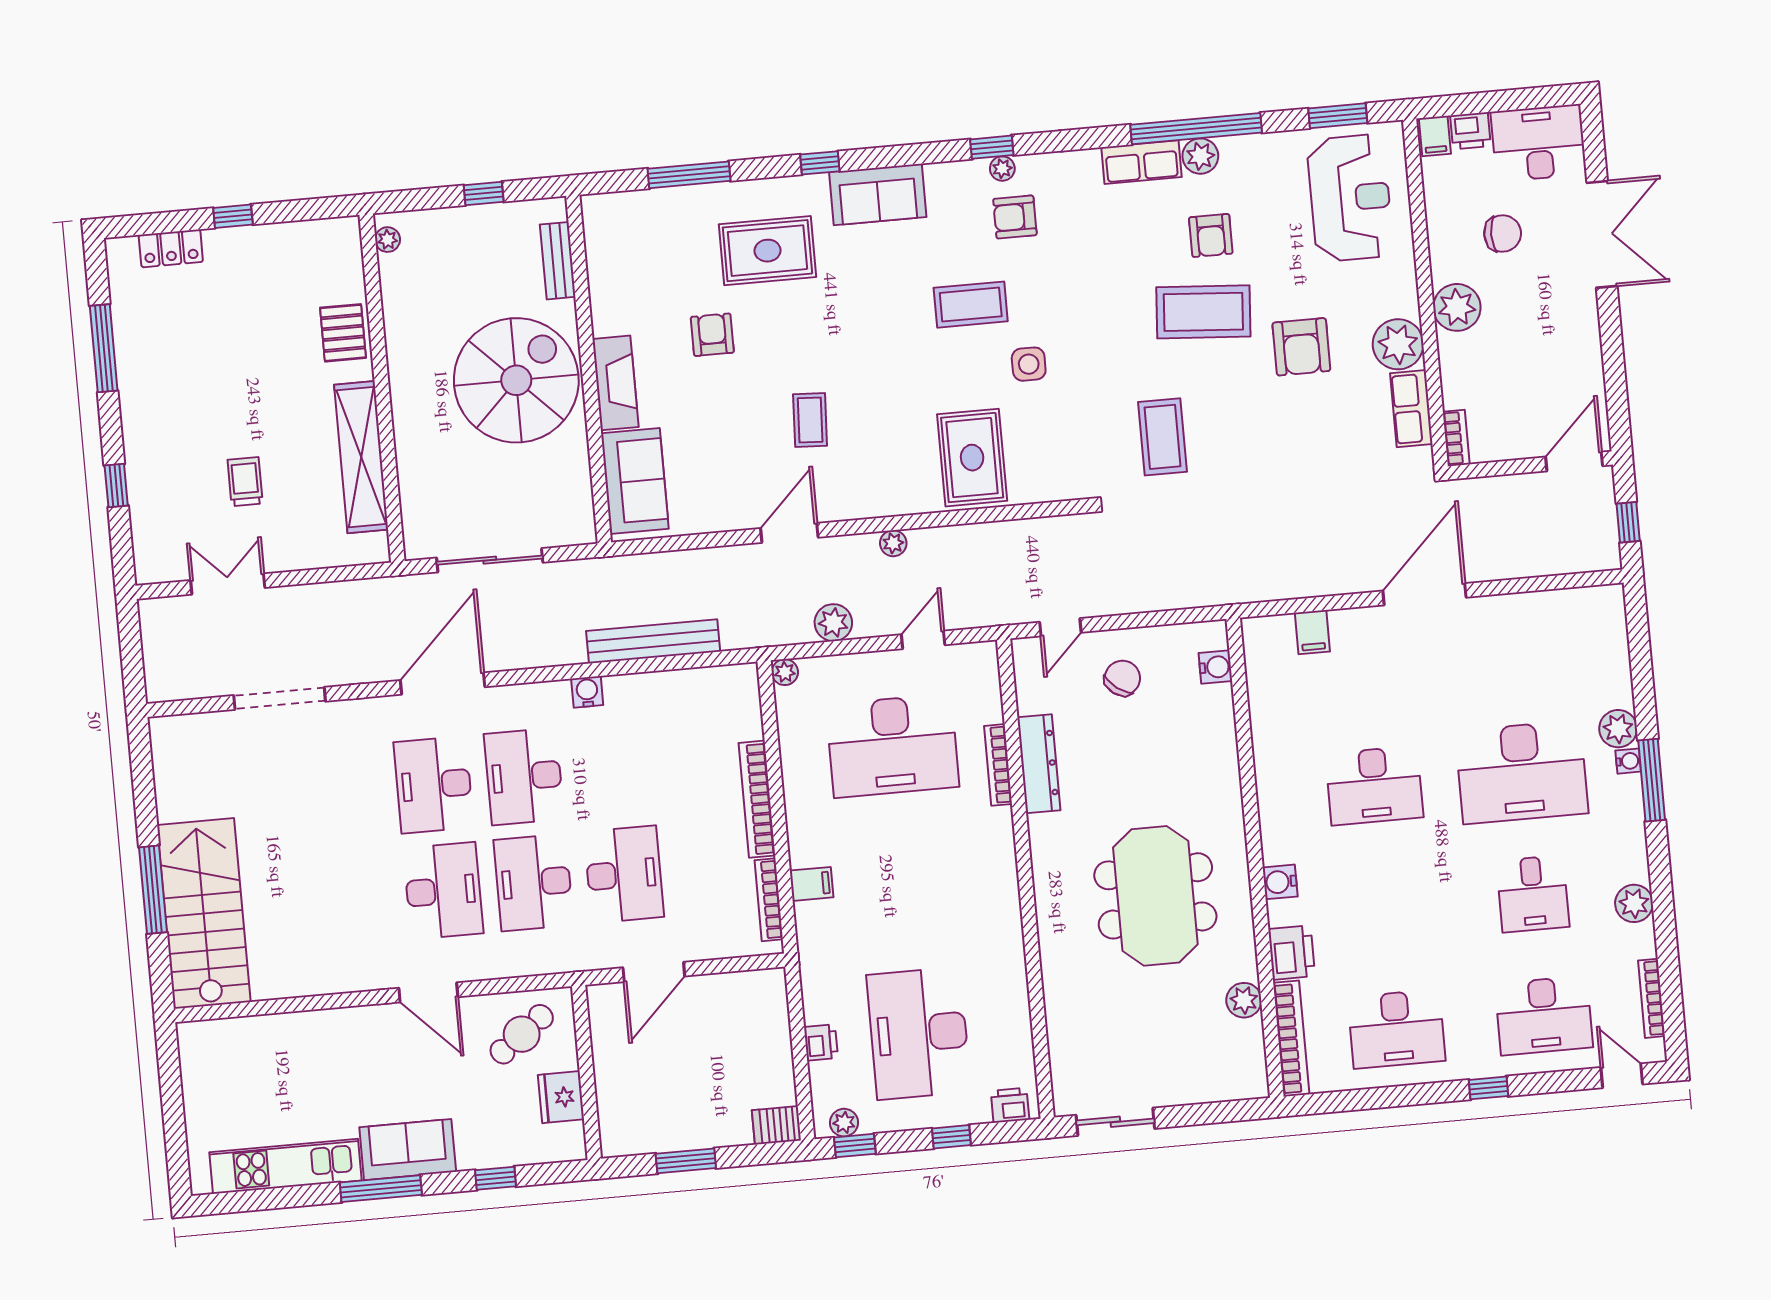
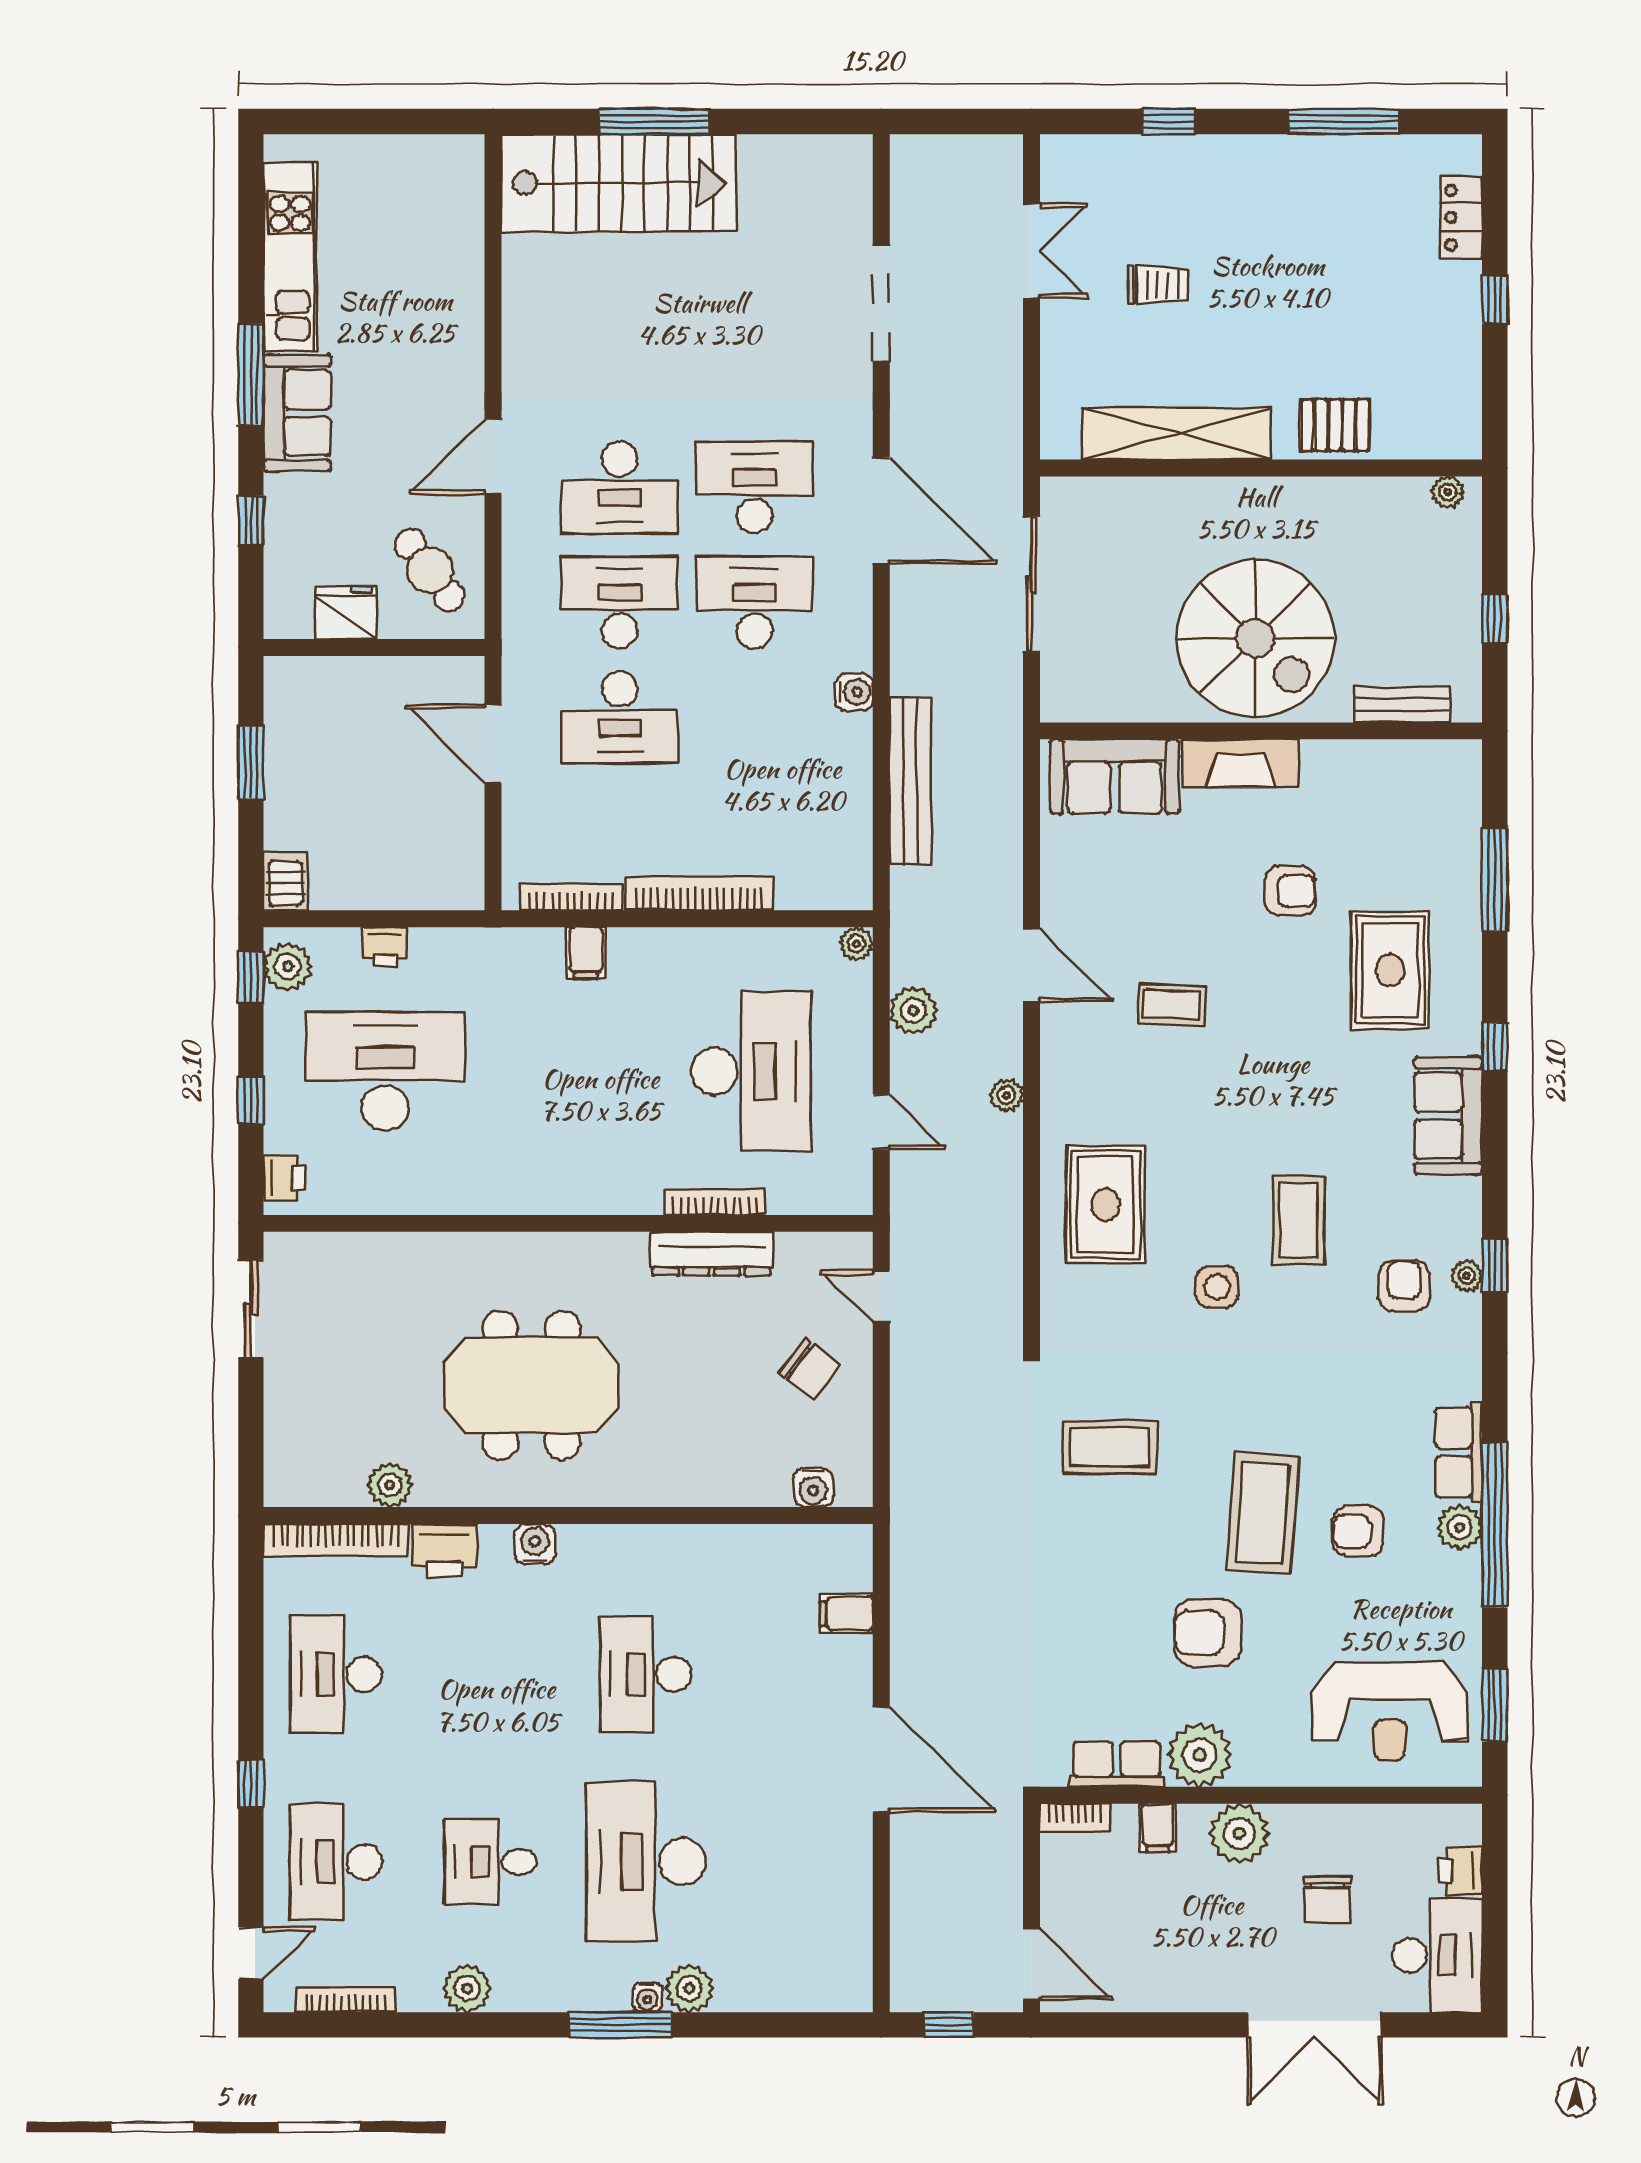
filing cabinet: (1435, 136) -> (1158, 1828), moved, turned -90
rug: (972, 458) -> (1105, 1205), turned 90
desk: (893, 746) -> (751, 1071), turned 180
plant: (844, 1123) -> (288, 967), width x1.38, depth x1.38

